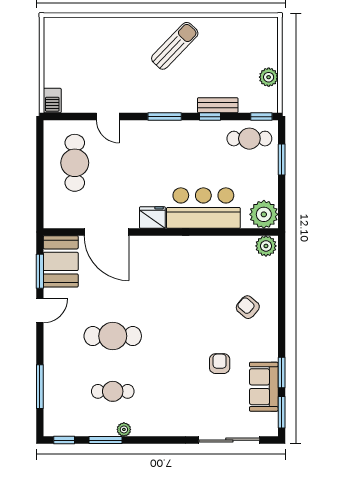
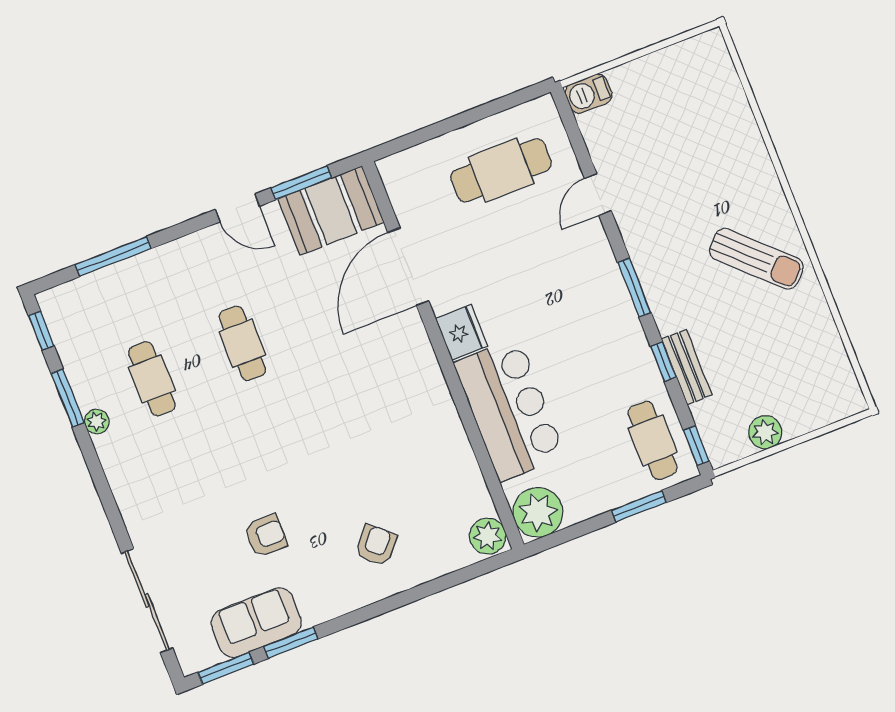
cafe table: (113, 336) -> (242, 343), width x0.73, depth x0.74

